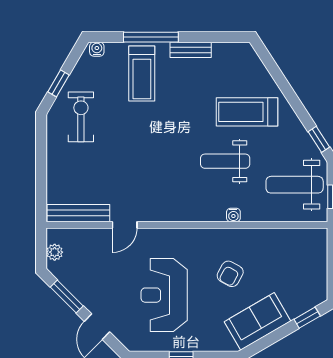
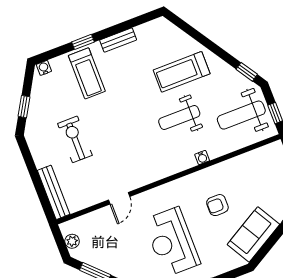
window: (151, 37) -> (83, 42), width x0.46
exercise bike: (81, 117) -> (75, 139), moved
bench: (78, 213) -> (54, 192), moved, turned 90
armchair: (230, 274) -> (217, 205), turned 61

